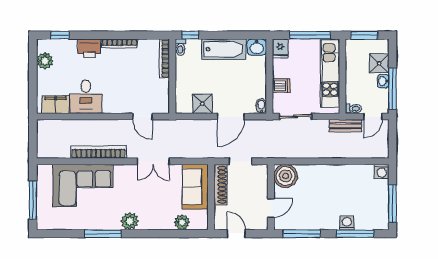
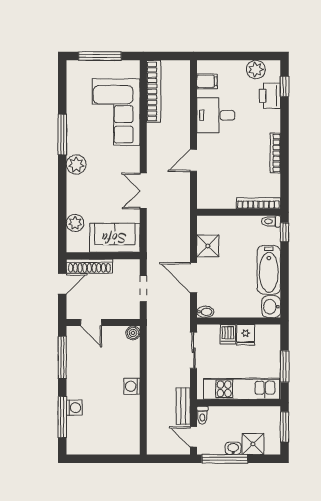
window: (310, 35) -> (285, 366), width x0.69
printer: (89, 48) -> (270, 96), moved
fridge: (280, 48) -> (246, 335), moved, turned -90
filing cabinet: (55, 105) -> (207, 81), width x0.50
door: (142, 117) -> (193, 160), moved
bookcase: (98, 152) -> (154, 91), moved
washing machine: (382, 171) -> (132, 386), moved
boiler: (286, 176) -> (133, 333), width x0.54, depth x0.54
shoe rack: (220, 185) -> (89, 266), moved
window: (392, 204) -> (96, 459), removed

